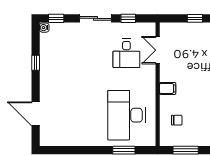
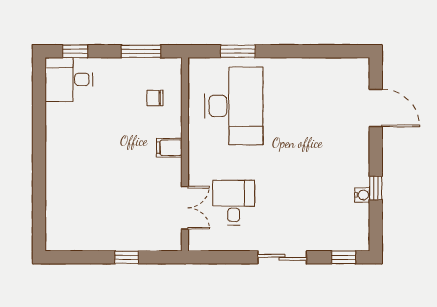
window: (128, 18) -> (231, 257), removed
water cooler: (44, 28) -> (362, 195), moved

